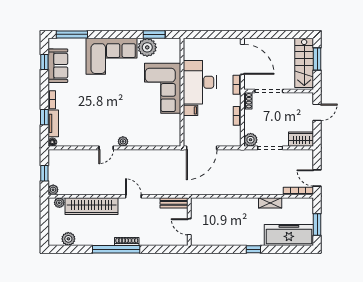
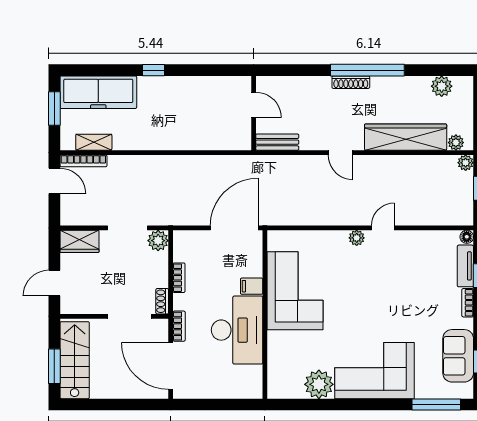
window: (154, 34) -> (308, 404), removed
corner sofa: (163, 88) -> (295, 291), moved
shelving: (270, 203) -> (94, 142), moved

